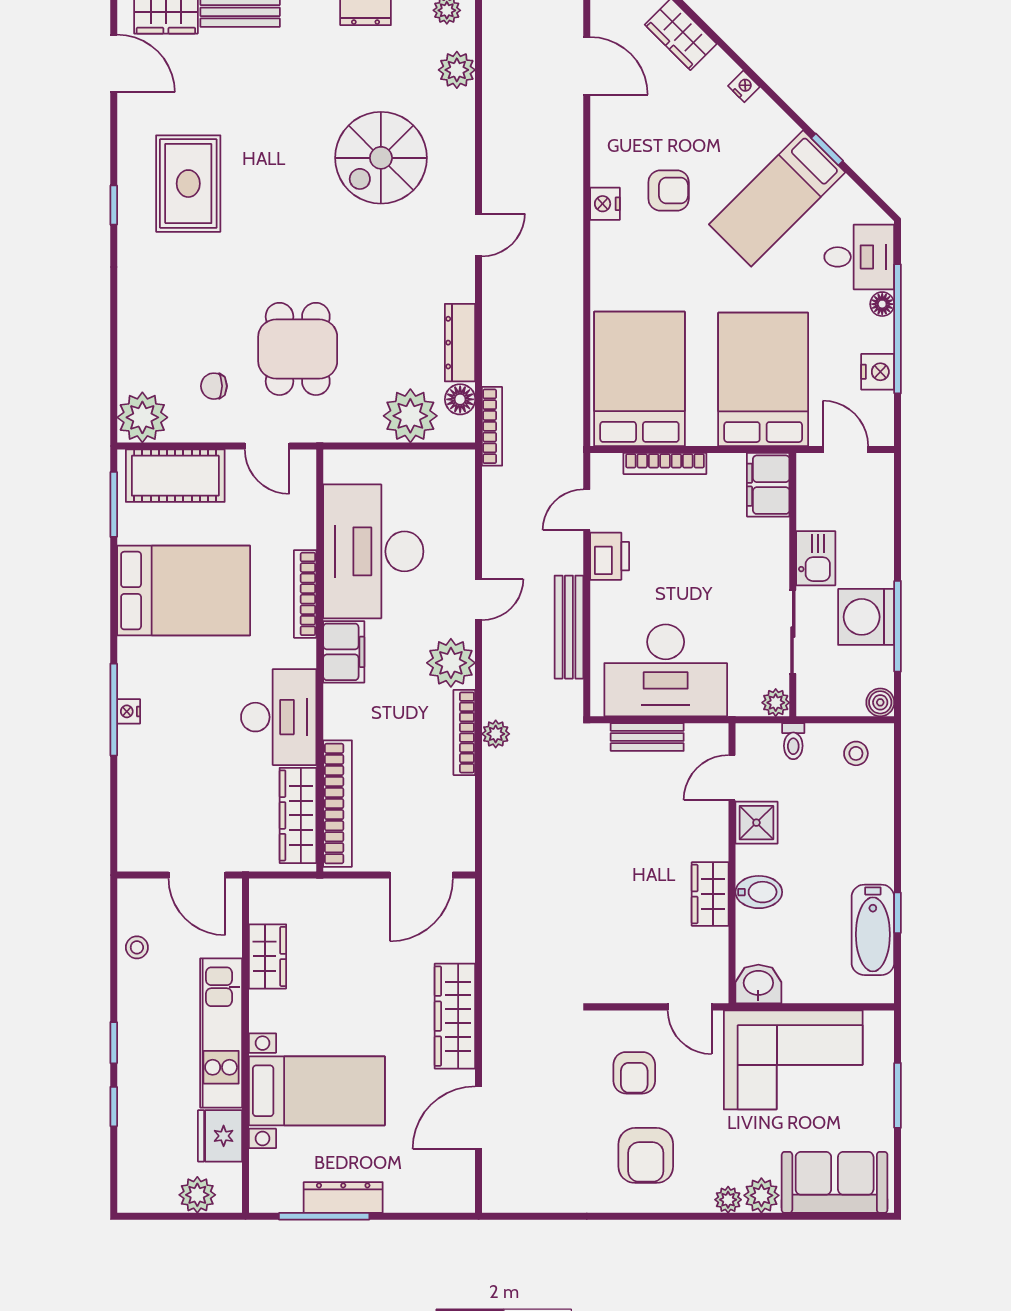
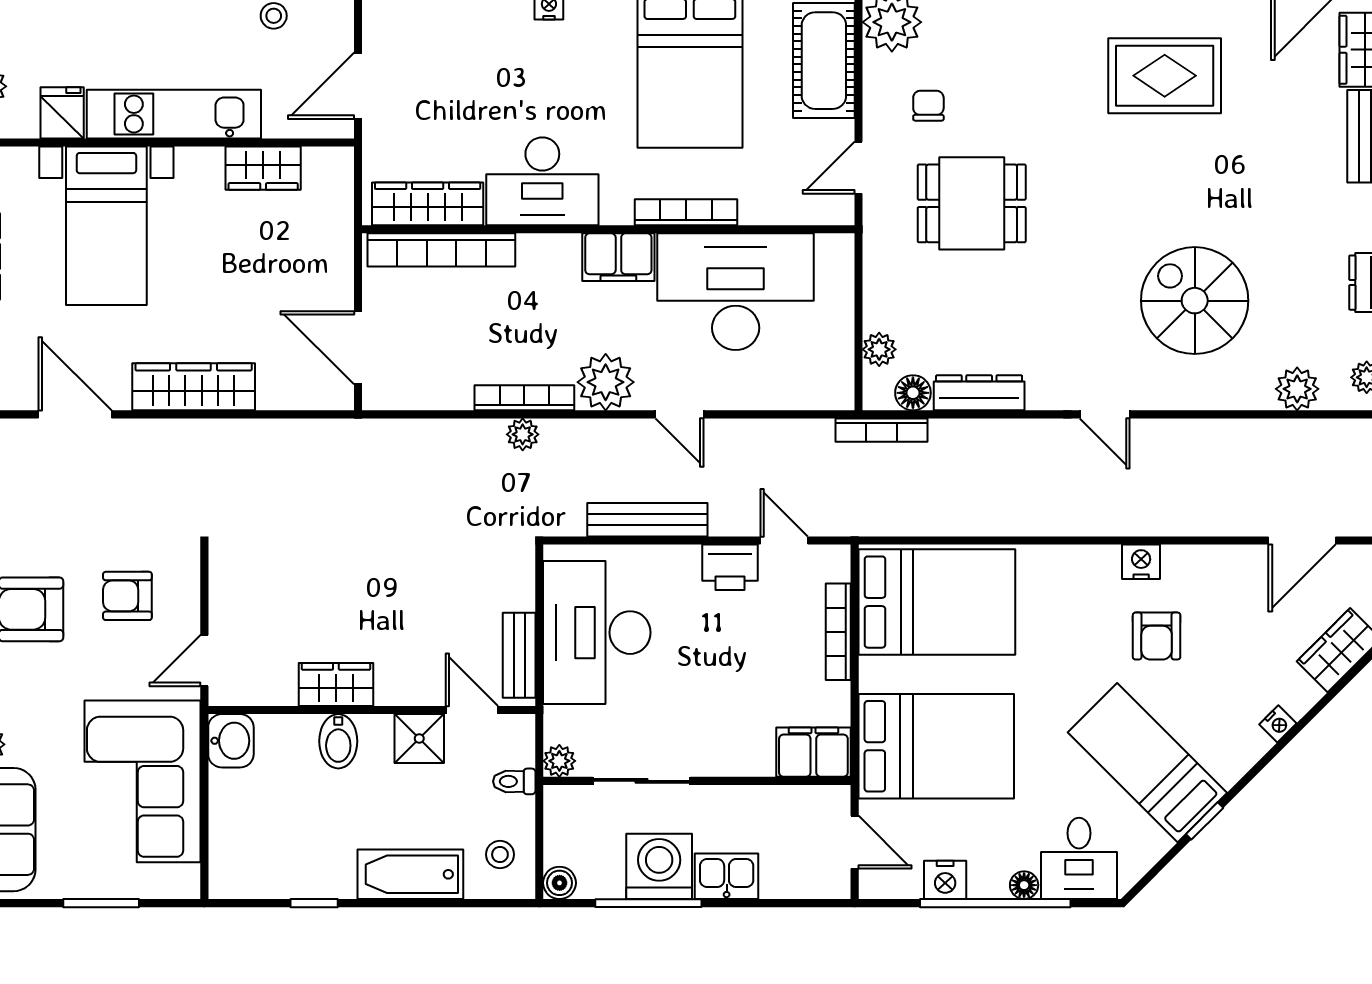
plant: (410, 416) -> (879, 349), width x0.53, depth x0.53
door: (845, 449) -> (855, 842), hinge flipped
kitchen sink: (816, 558) -> (727, 876), moved, turned 180
bench: (647, 737) -> (519, 655), moved
bathtub: (873, 930) -> (410, 874), moved
fridge: (220, 1136) -> (62, 113), width x0.72

